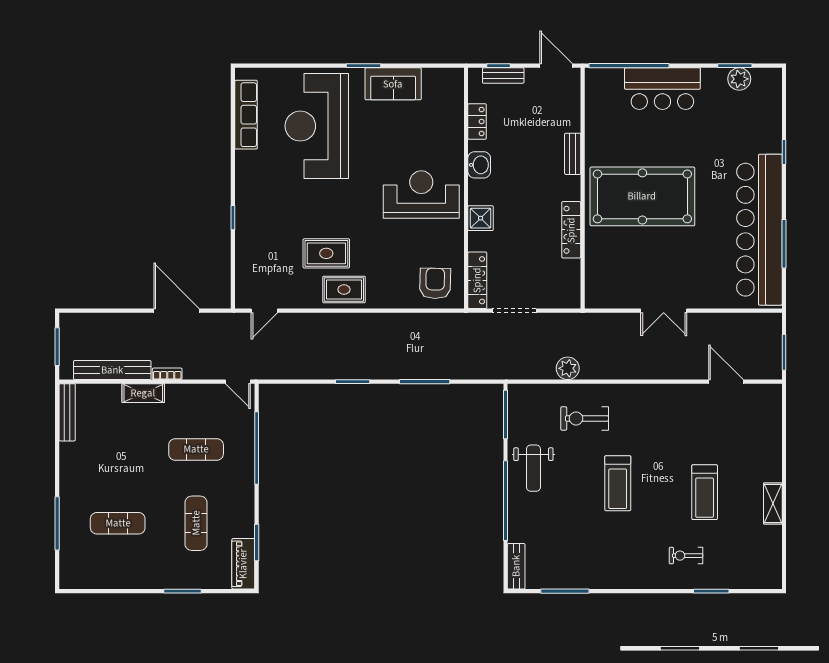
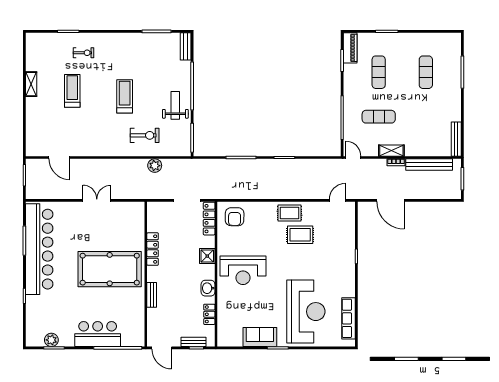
shelving: (143, 393) -> (391, 151), moved
exercise mat: (118, 523) -> (426, 72), turned 90

